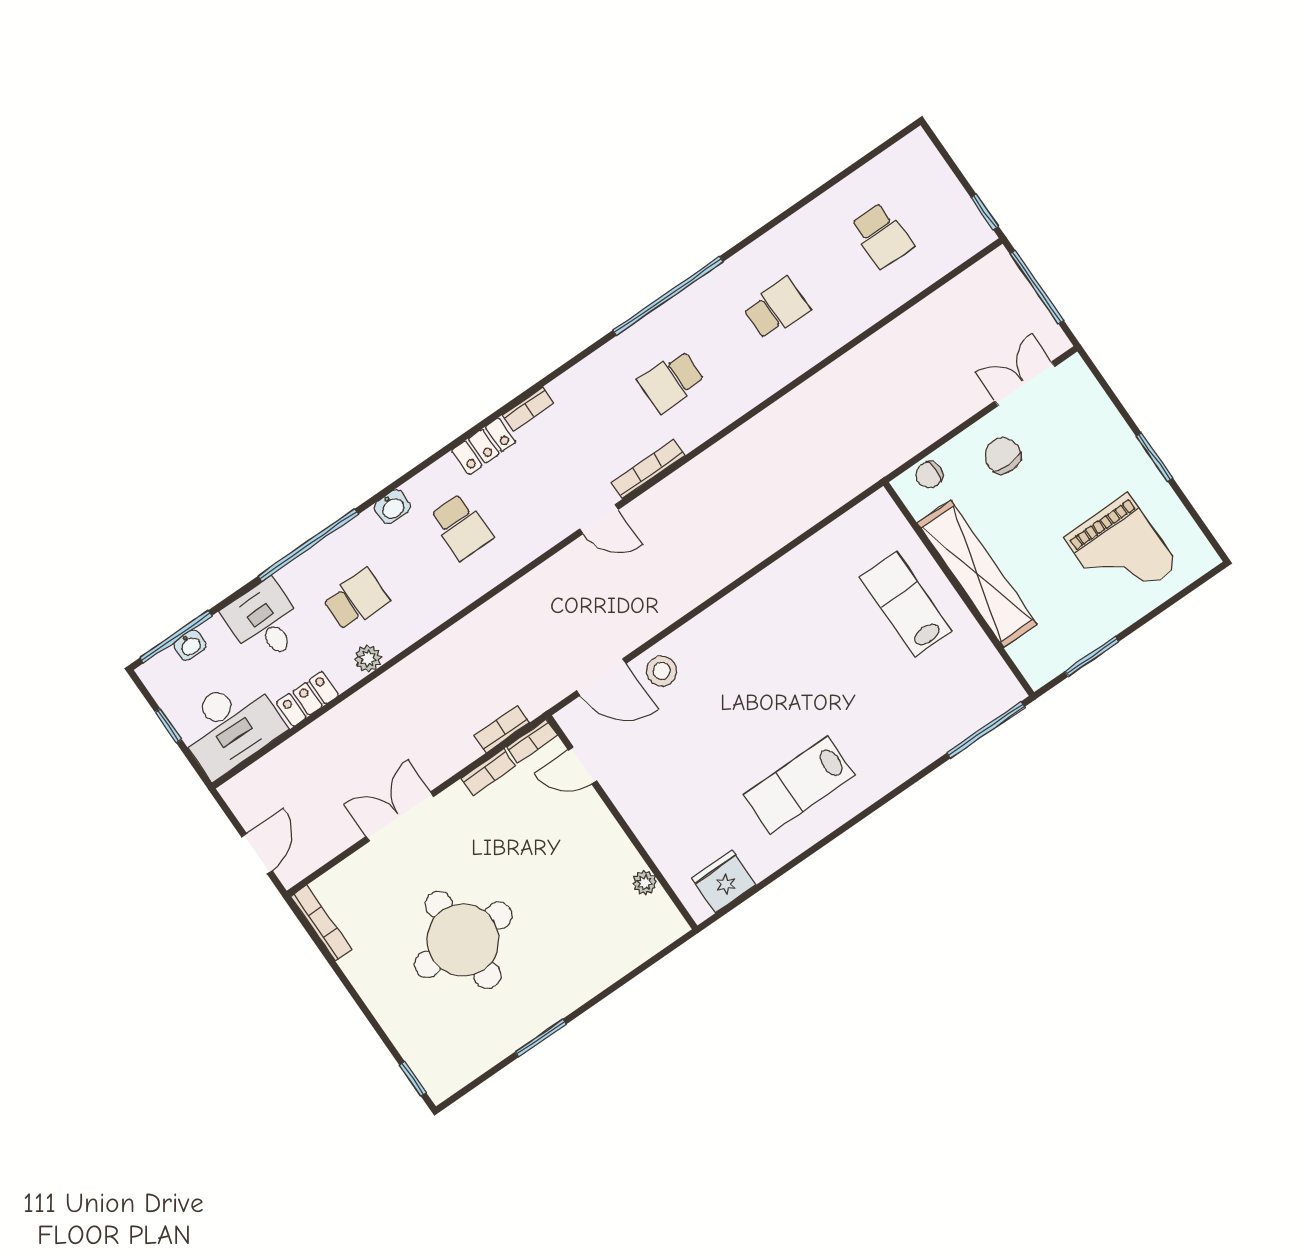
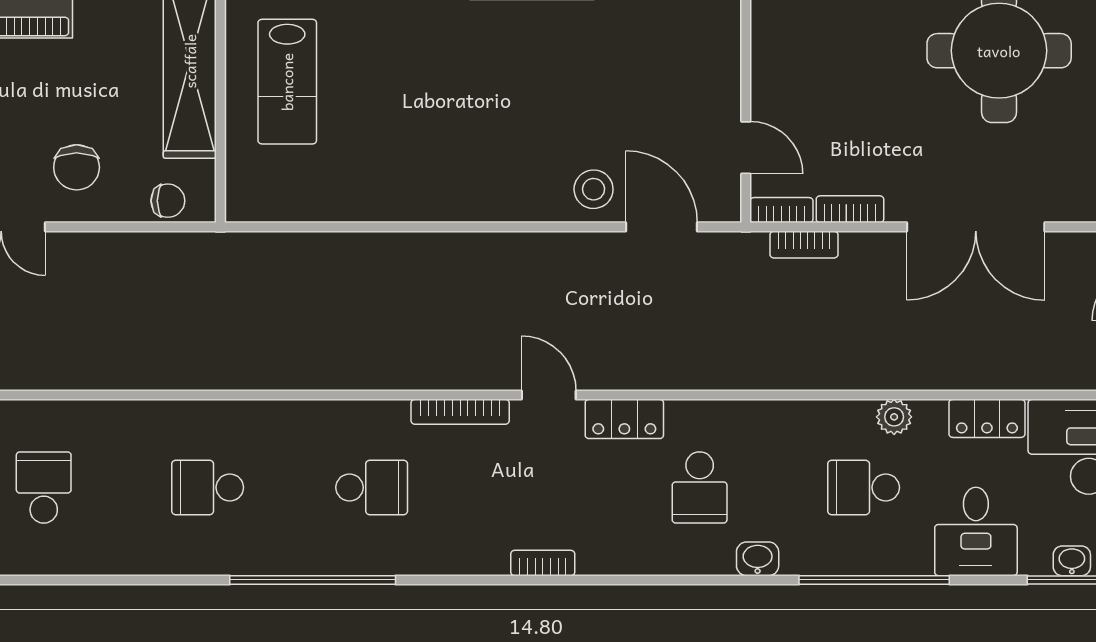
locker: (484, 446) -> (624, 419), moved, turned 180
school desk: (461, 527) -> (700, 487), turned 180
double door: (400, 817) -> (976, 227), width x1.37

